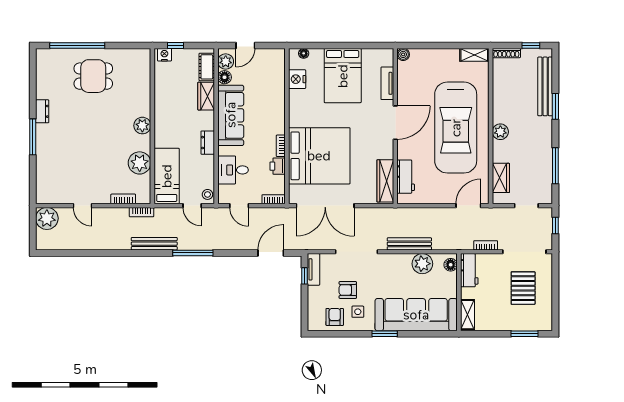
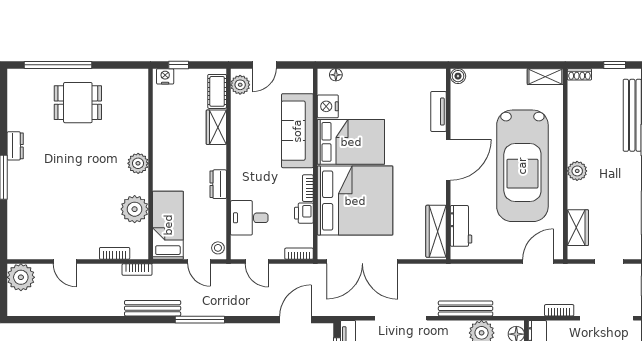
shoe rack: (506, 53) -> (579, 74), width x0.70
bed: (343, 76) -> (351, 142), moved, turned -90
floor lamp: (225, 77) -> (239, 104), removed
sofa: (231, 115) -> (297, 131), moved, turned 180

